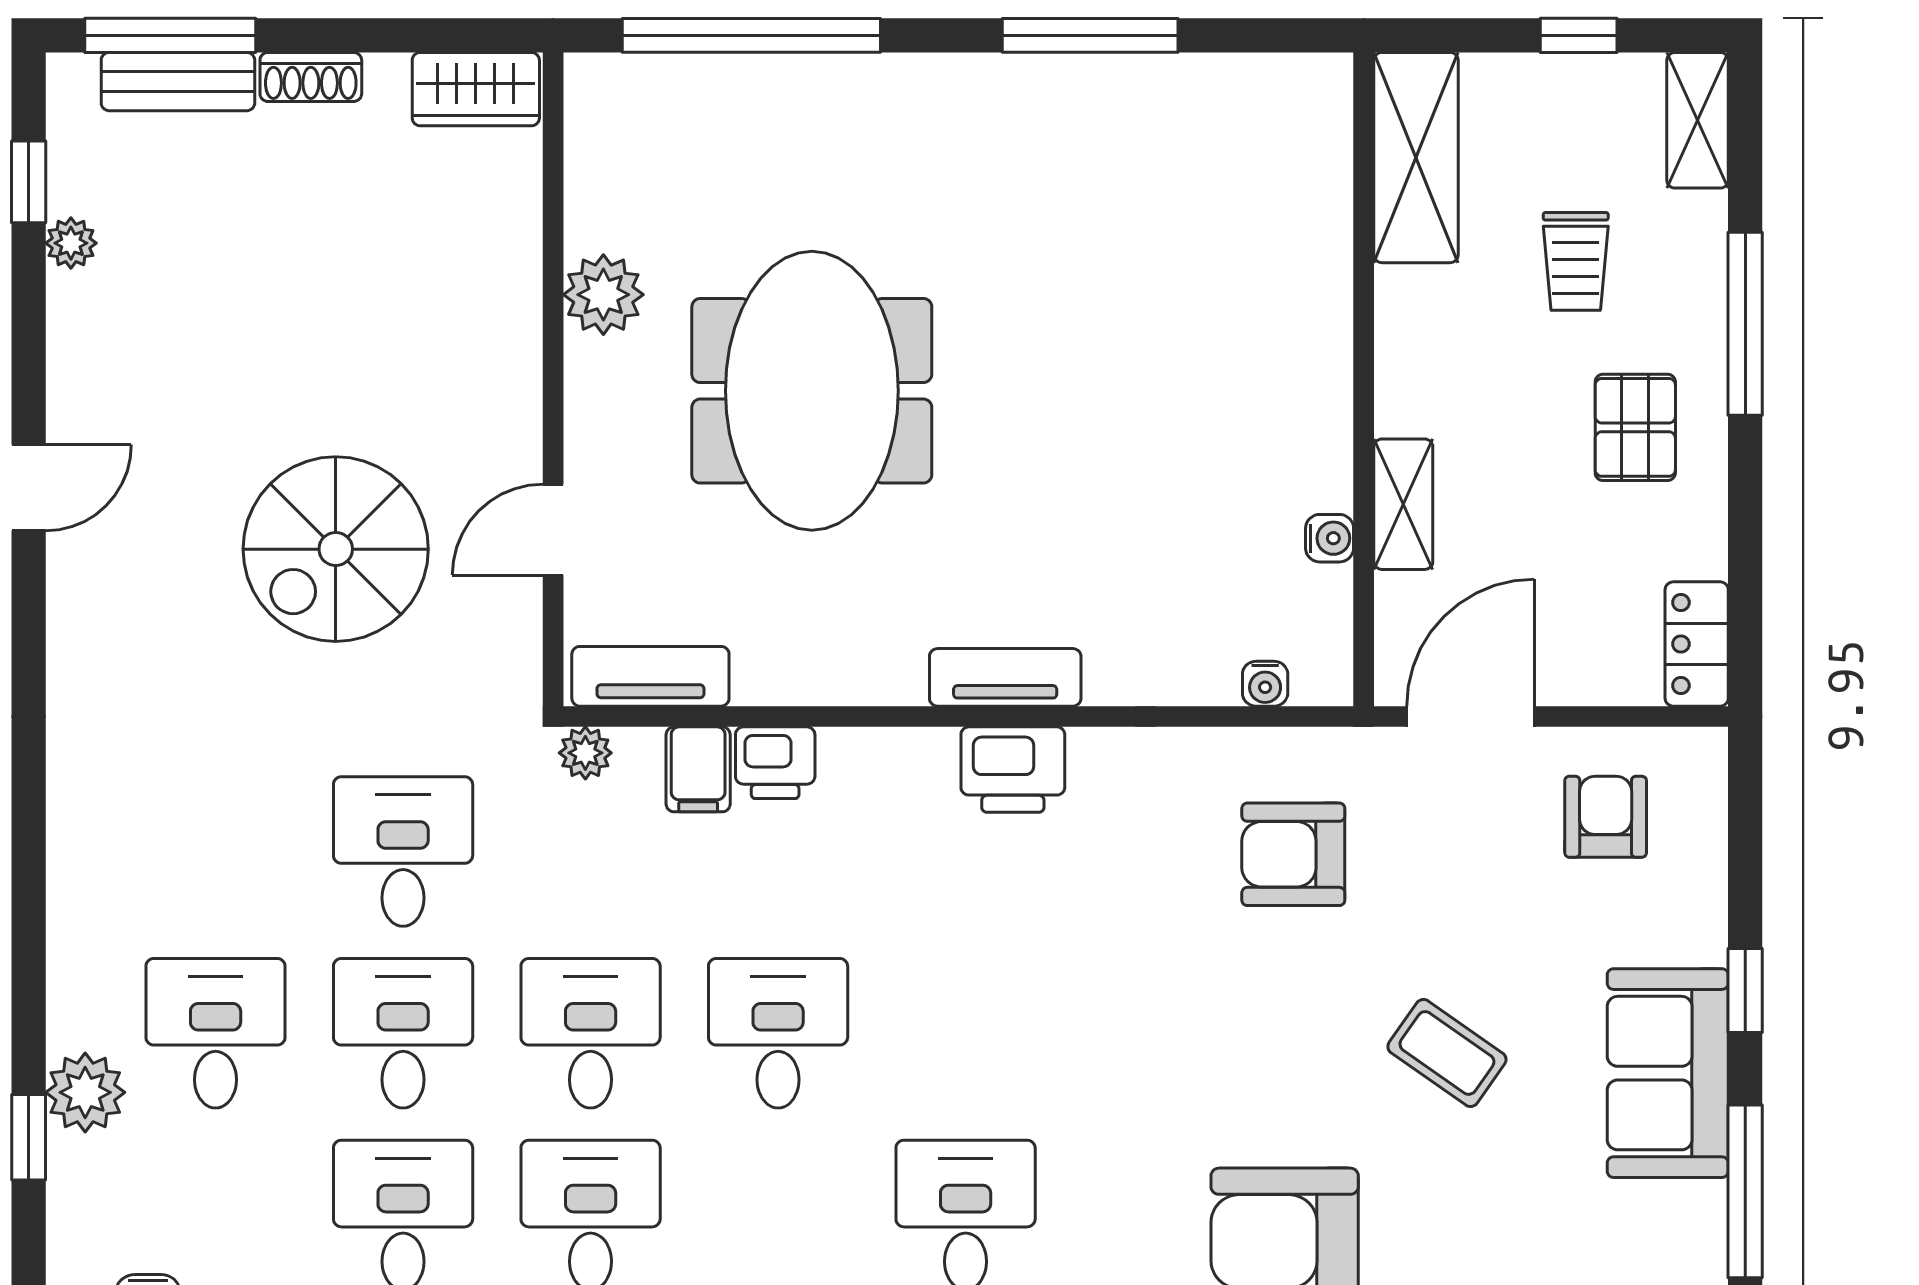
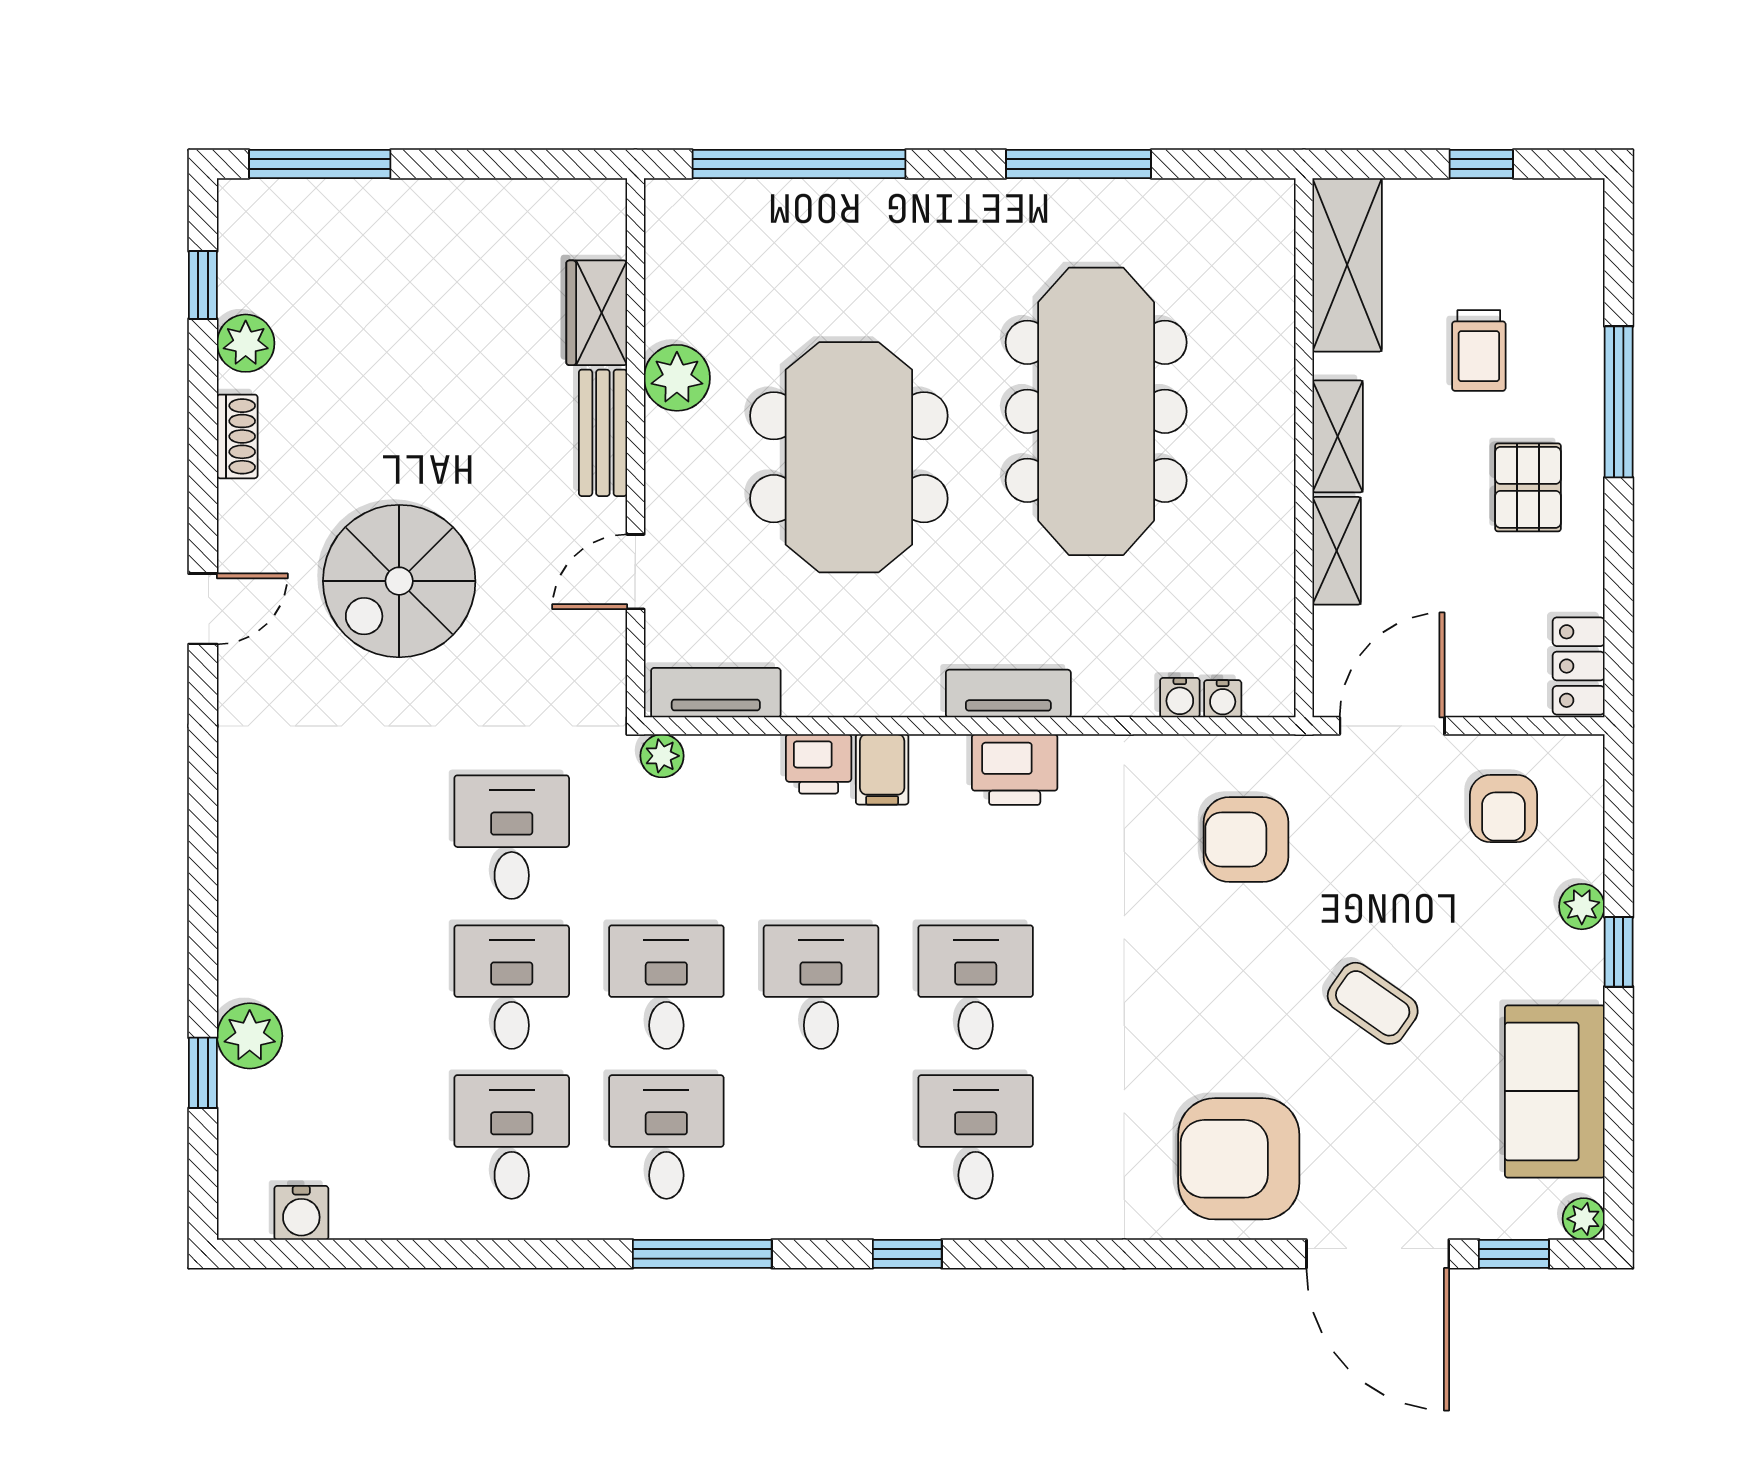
shoe rack: (311, 77) -> (237, 436), moved, turned -90
bench: (178, 82) -> (603, 433), moved, turned 90
wardrobe: (476, 89) -> (597, 313), moved, turned 90
shelving: (1698, 120) -> (1338, 436), moved
plant: (71, 243) -> (246, 343), width x1.38, depth x1.38
meeting table: (1112, 335) -> (1096, 411), added
door: (29, 488) -> (203, 609), moved
water cooler: (1330, 538) -> (1180, 698), moved, turned 90
spiral stairs: (336, 549) -> (399, 581), moved
filing cabinet: (698, 769) -> (882, 769), moved
armchair: (1606, 817) -> (1504, 808), turned 180
plant: (1701, 936) -> (1582, 907), added
desk: (216, 1033) -> (976, 987), moved
sofa: (1668, 1073) -> (1555, 1091), moved
window: (1745, 1191) -> (1619, 1118), removed

